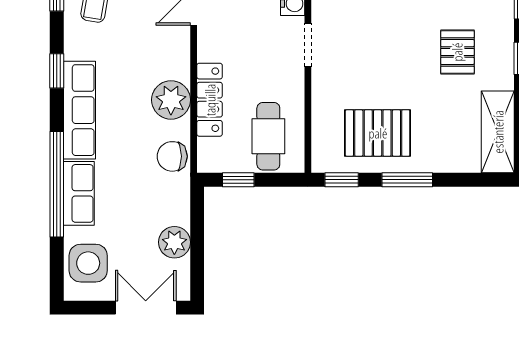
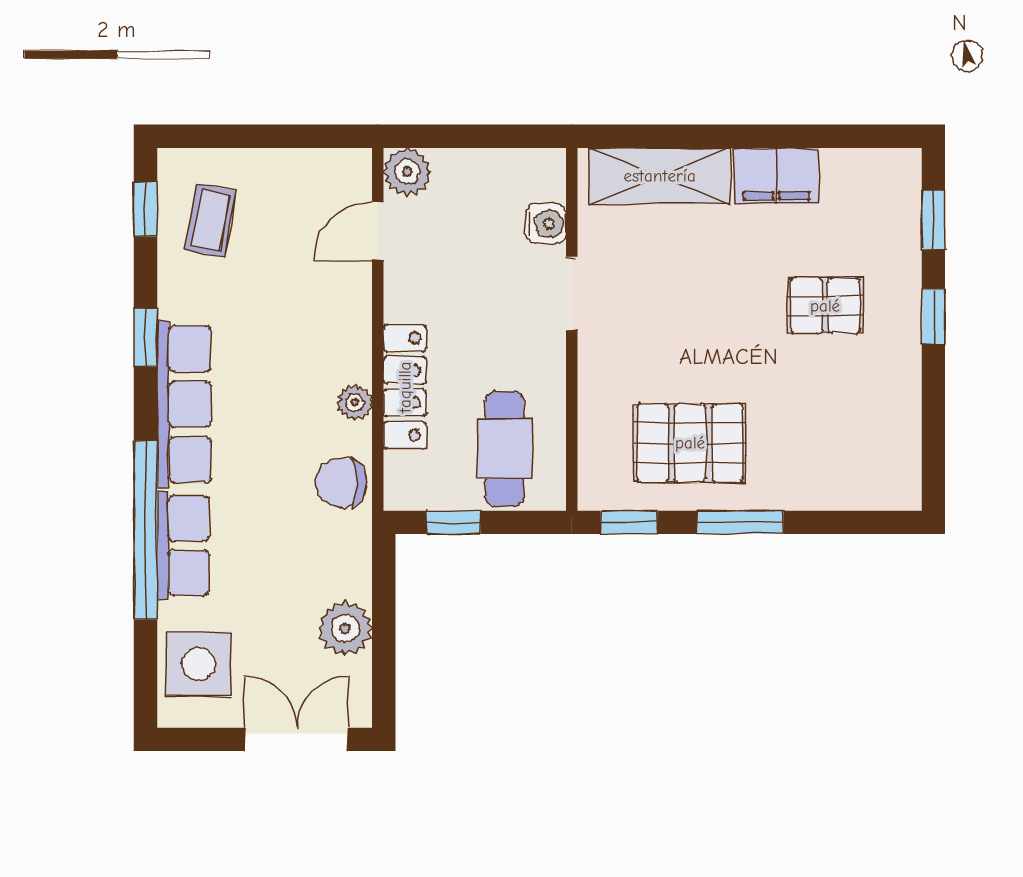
pallet: (457, 52) -> (825, 306), turned 90
plant: (171, 100) -> (355, 402), width x0.53, depth x0.53
shelving: (498, 132) -> (894, 441), removed

